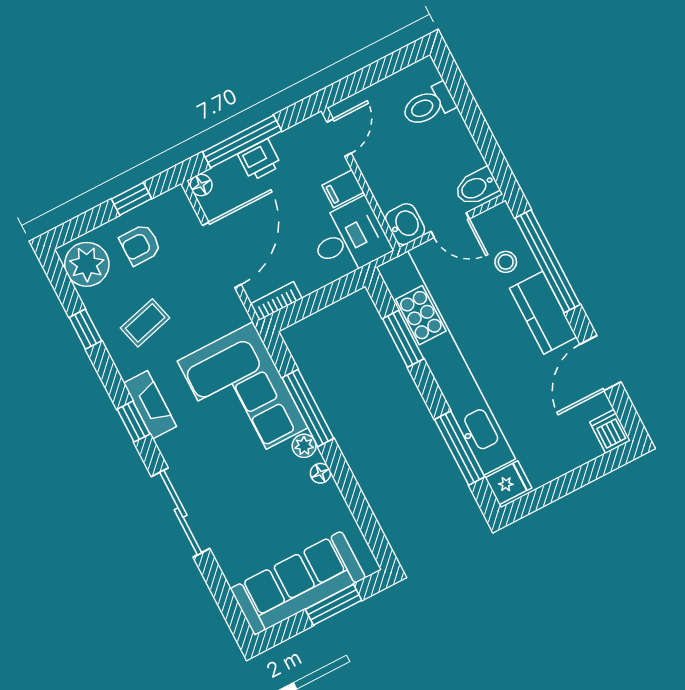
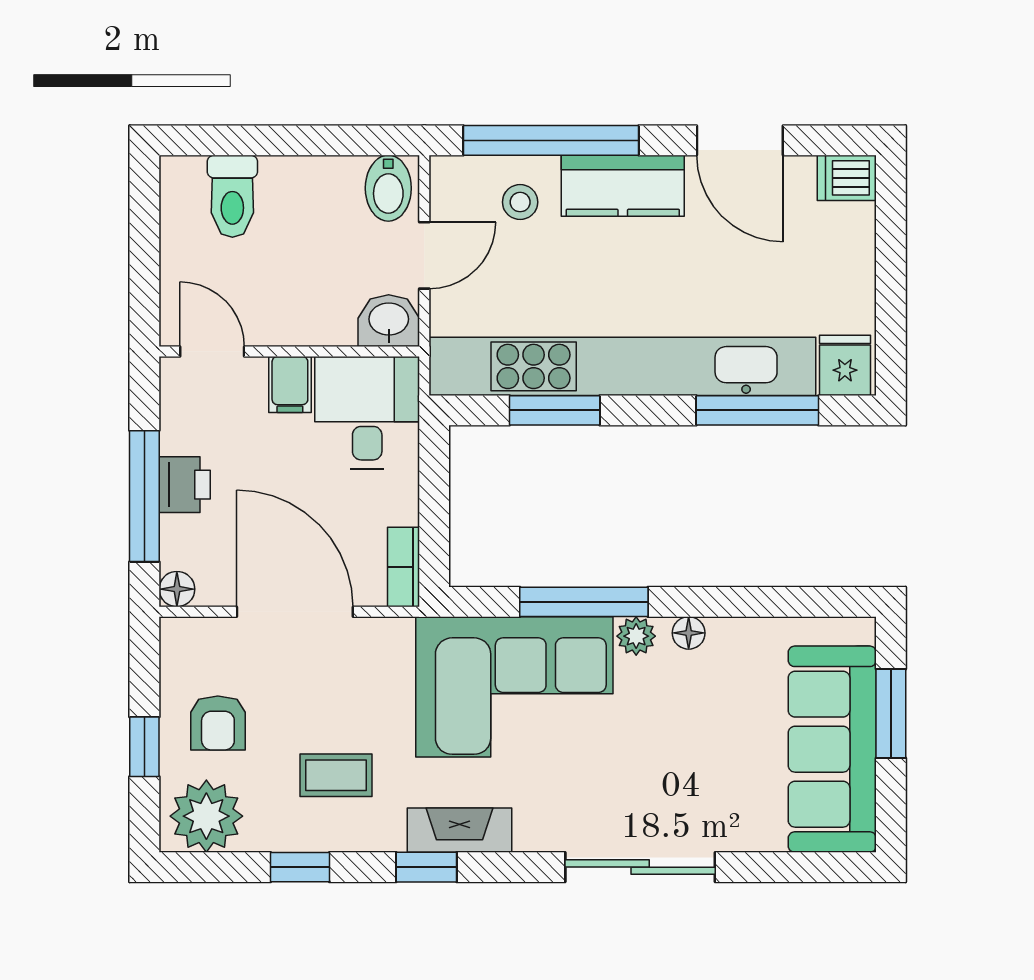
window: (131, 199) -> (144, 747), moved
coffee table: (145, 323) -> (336, 775), turned -75
window: (133, 422) -> (426, 867), moved

